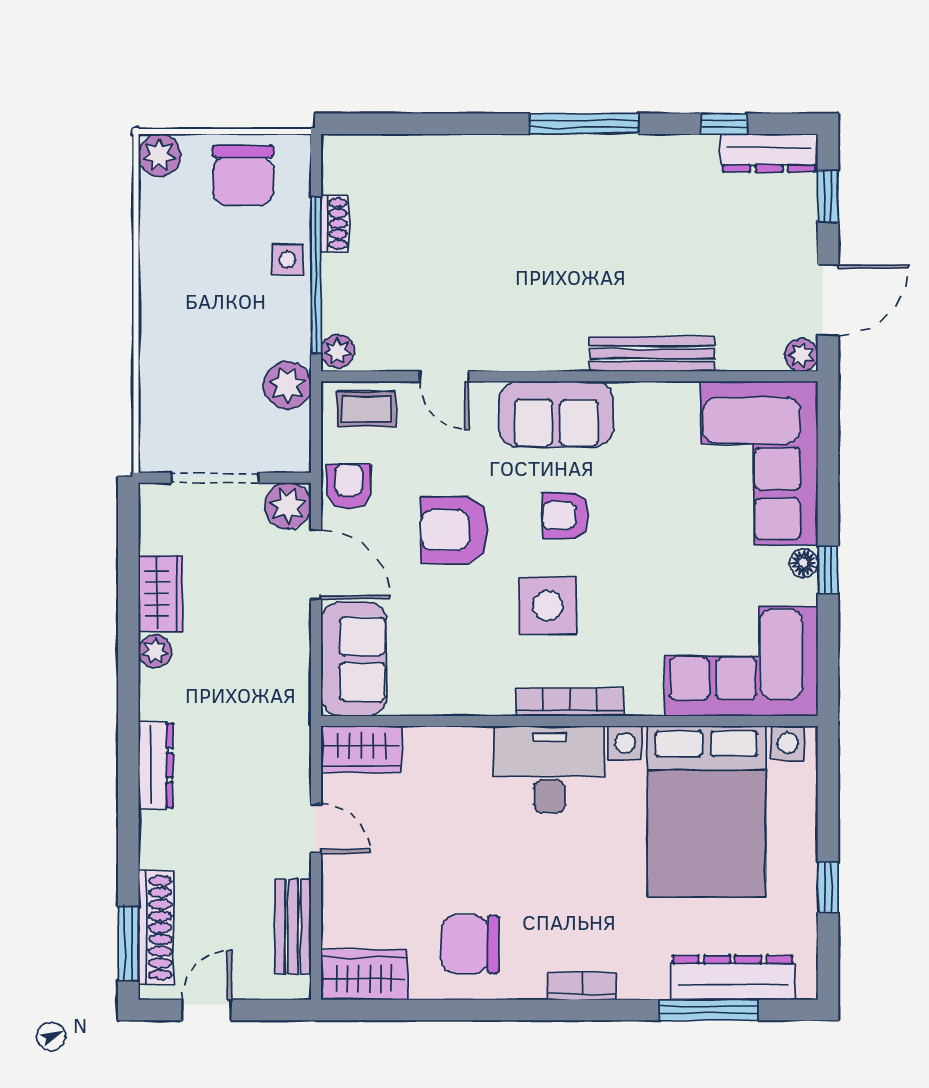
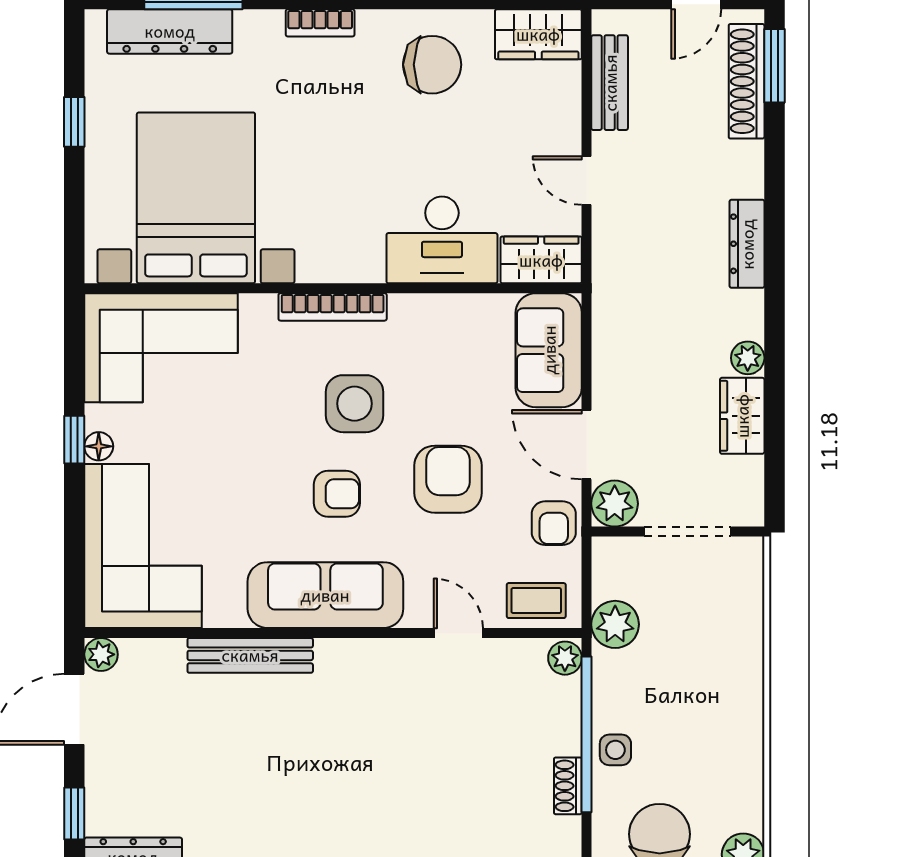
sofa: (556, 414) -> (325, 595), width x1.36
armchair: (454, 530) -> (448, 479), turned -90
desk: (550, 769) -> (442, 240), moved

